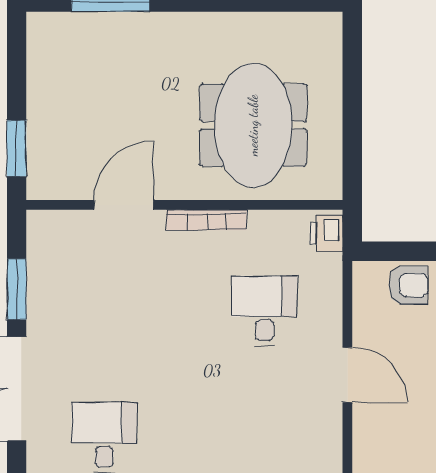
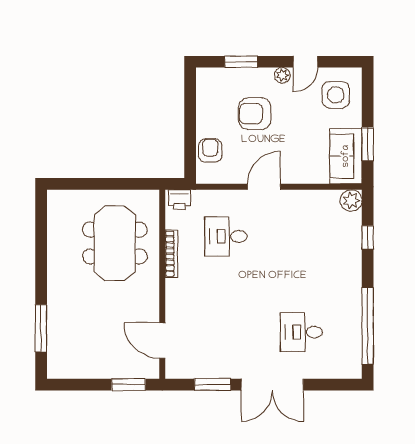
meeting table: (253, 125) -> (115, 243), turned 90
door: (124, 205) -> (162, 341), moved
bookcase: (207, 220) -> (171, 254), moved

